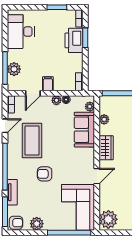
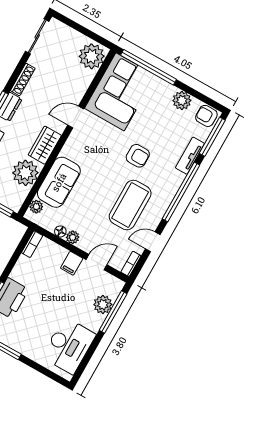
plant: (104, 119) -> (25, 173), width x1.88, depth x1.88

